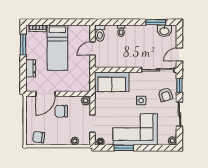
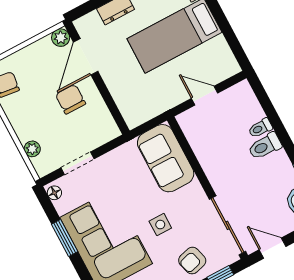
toilet: (100, 33) -> (265, 146), moved
door: (45, 94) -> (86, 57), hinge flipped
plant: (86, 101) -> (61, 38), moved

